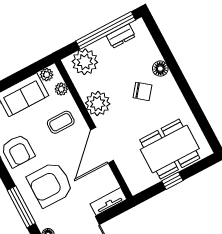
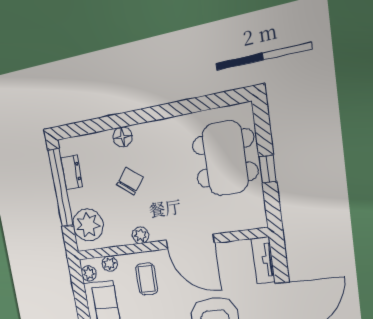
chair: (142, 91) -> (130, 181), moved
plant: (98, 103) -> (140, 235), width x0.53, depth x0.53

